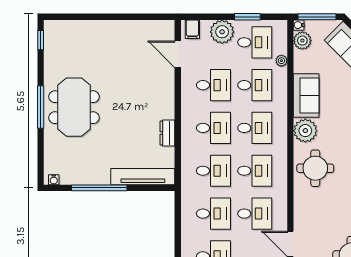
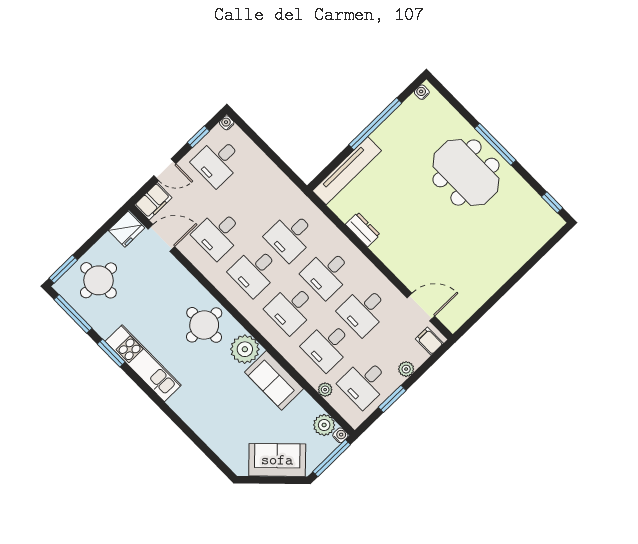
plant: (222, 32) -> (406, 369), width x0.53, depth x0.53
desk: (213, 214) -> (254, 199), removed

